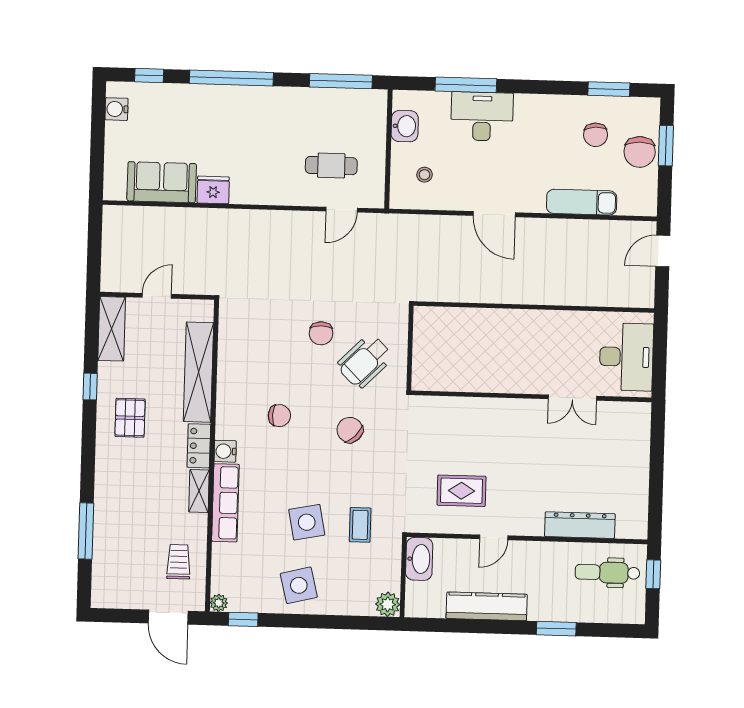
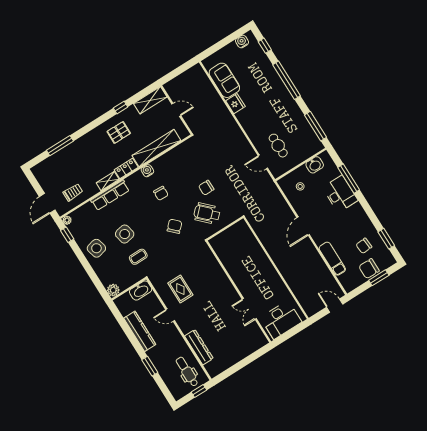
water cooler: (225, 451) -> (147, 171), moved

